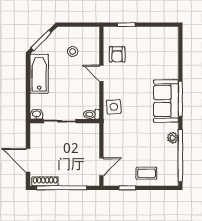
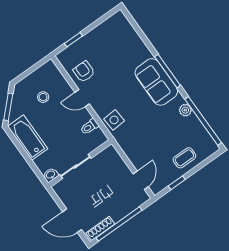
armchair: (117, 54) -> (84, 72), turned 180
toilet: (92, 114) -> (89, 127), moved

